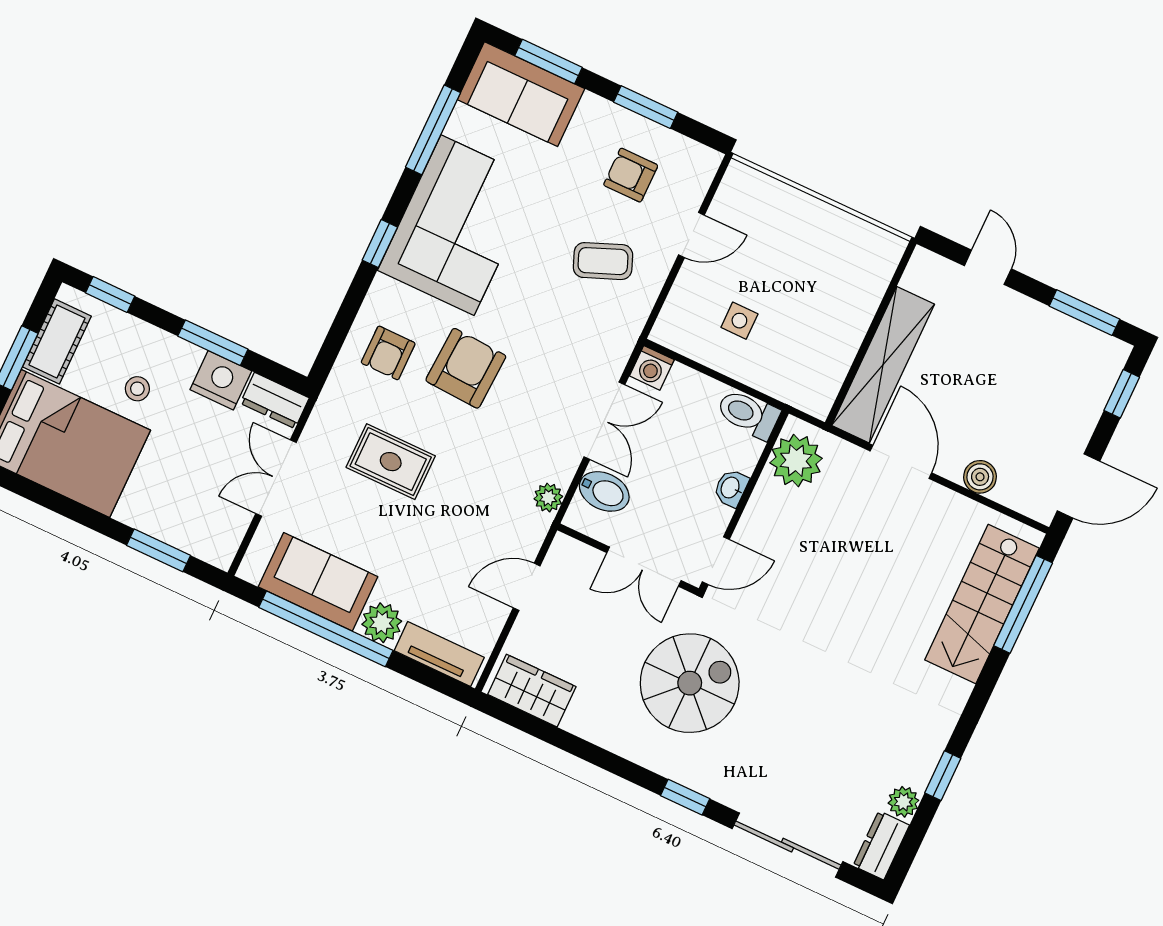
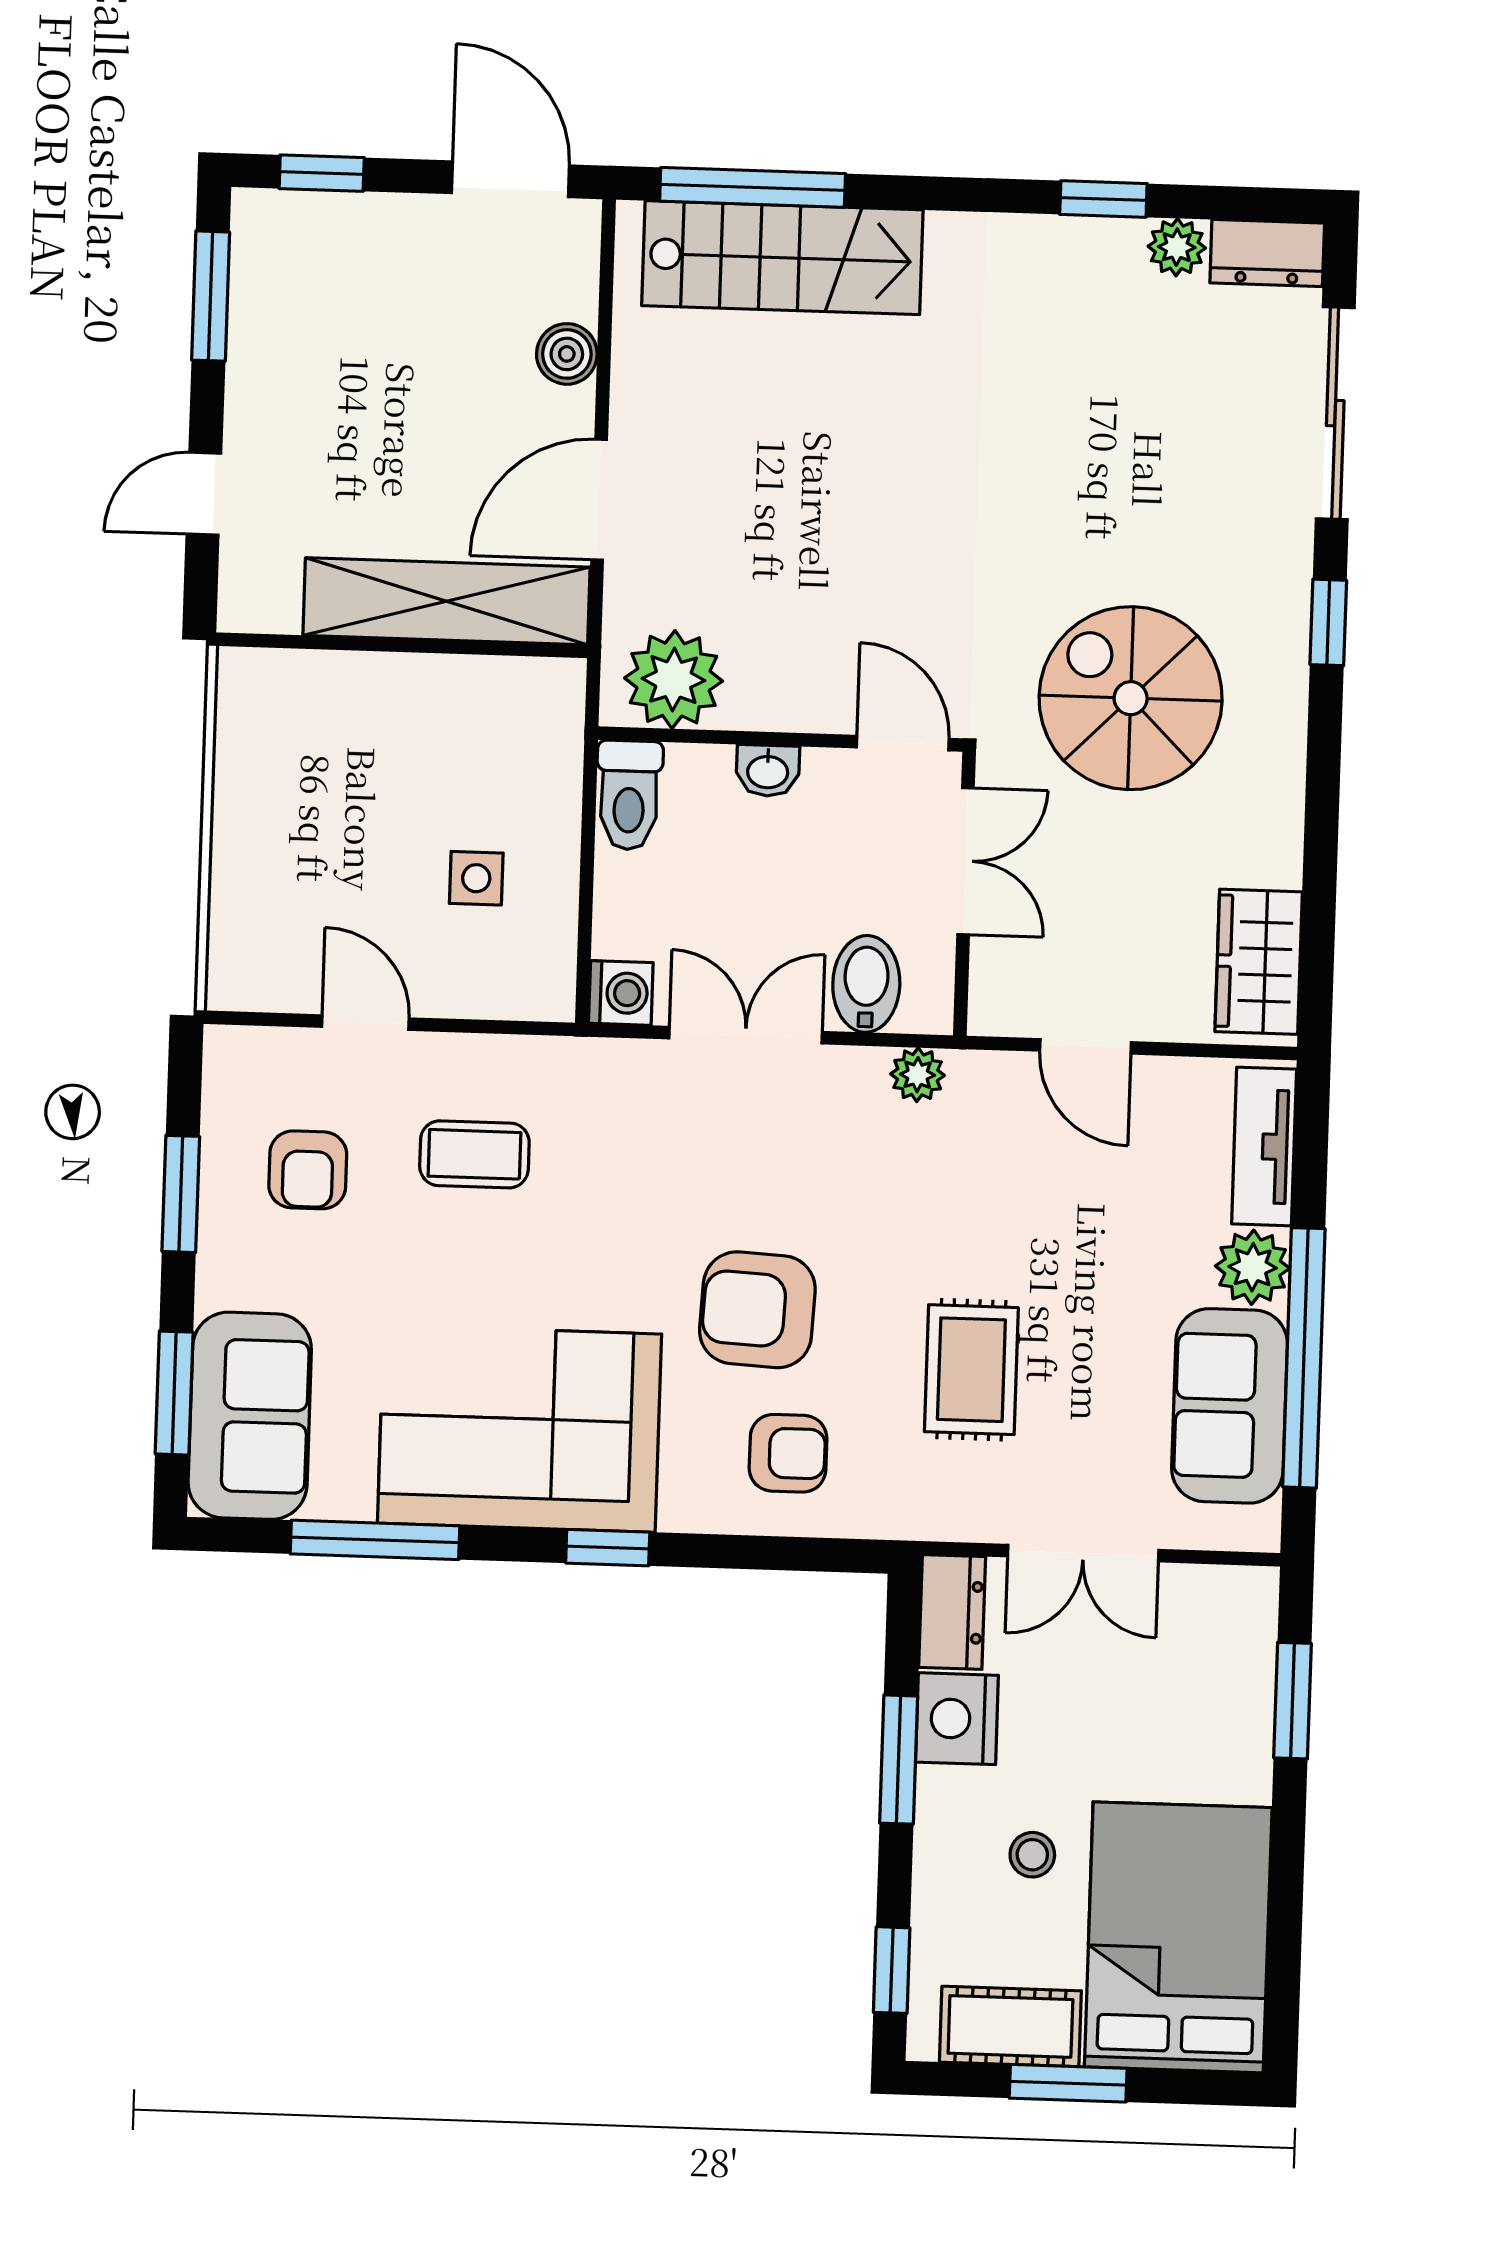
coffee table: (603, 261) -> (474, 1154), turned -68

